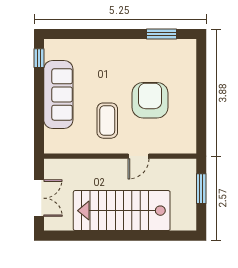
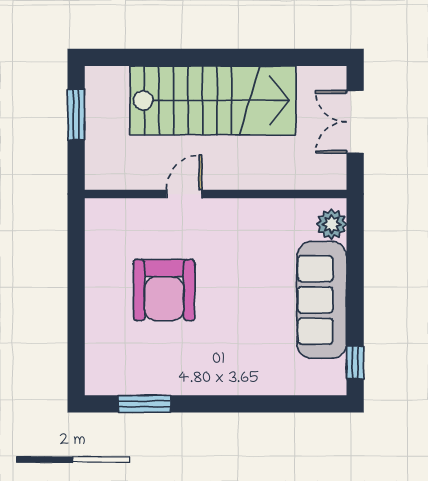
coffee table: (107, 121) -> (238, 255), removed
plant: (53, 139) -> (332, 224), added
window: (201, 189) -> (76, 115), moved

